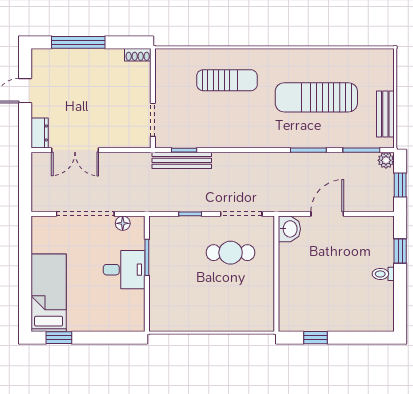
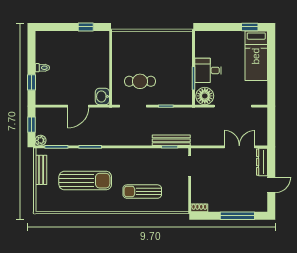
dresser: (40, 133) -> (262, 162), width x1.44
floor lamp: (123, 223) -> (205, 96), width x1.89, depth x1.89

